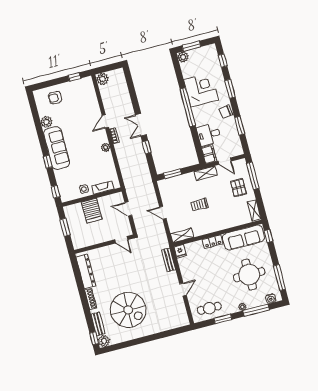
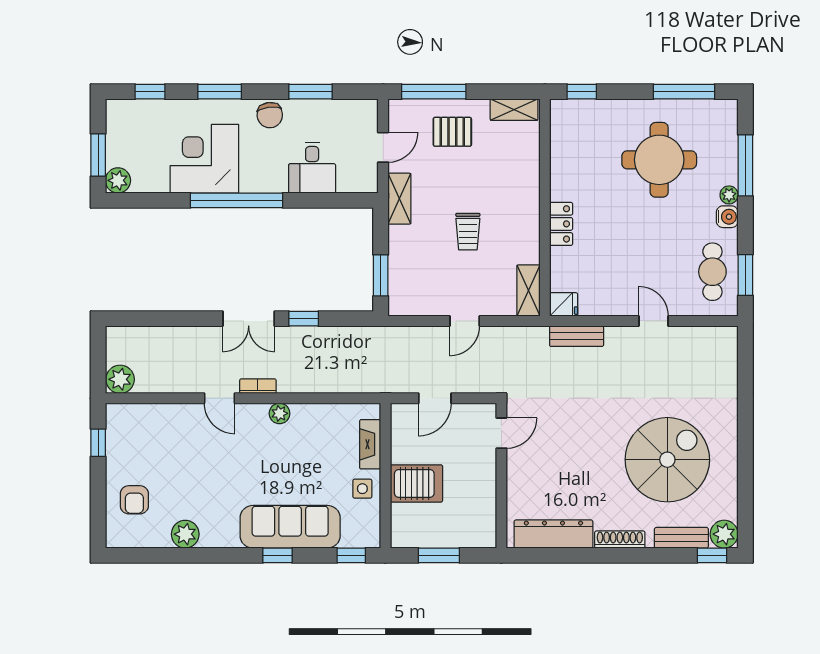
sofa: (57, 148) -> (290, 527), moved
filing cabinet: (209, 154) -> (358, 179), removed
sofa: (244, 238) -> (570, 150), removed
water cooler: (271, 299) -> (727, 217), moved
window: (223, 319) -> (745, 275), moved

